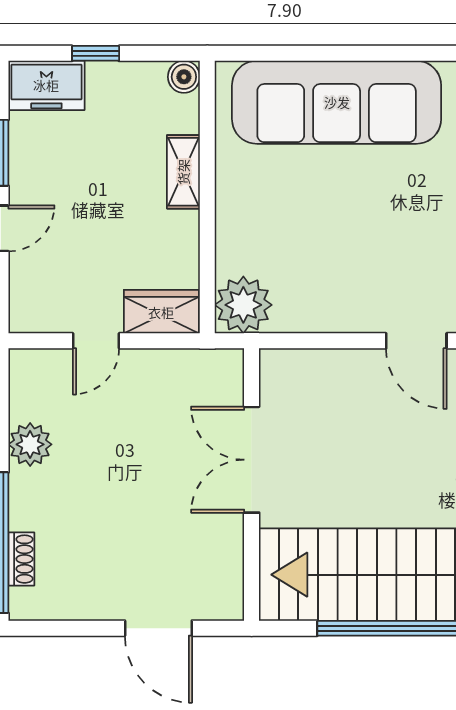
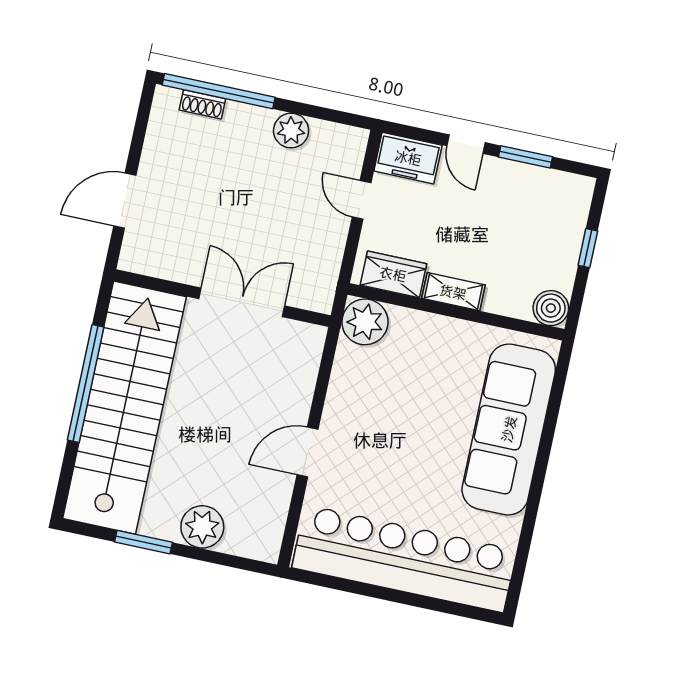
boiler: (184, 77) -> (551, 308), width x1.36, depth x1.36
freezer: (46, 85) -> (408, 158), moved, turned -90
shelving: (183, 172) -> (453, 292), moved
wardrobe: (161, 312) -> (393, 274), moved, turned -90

